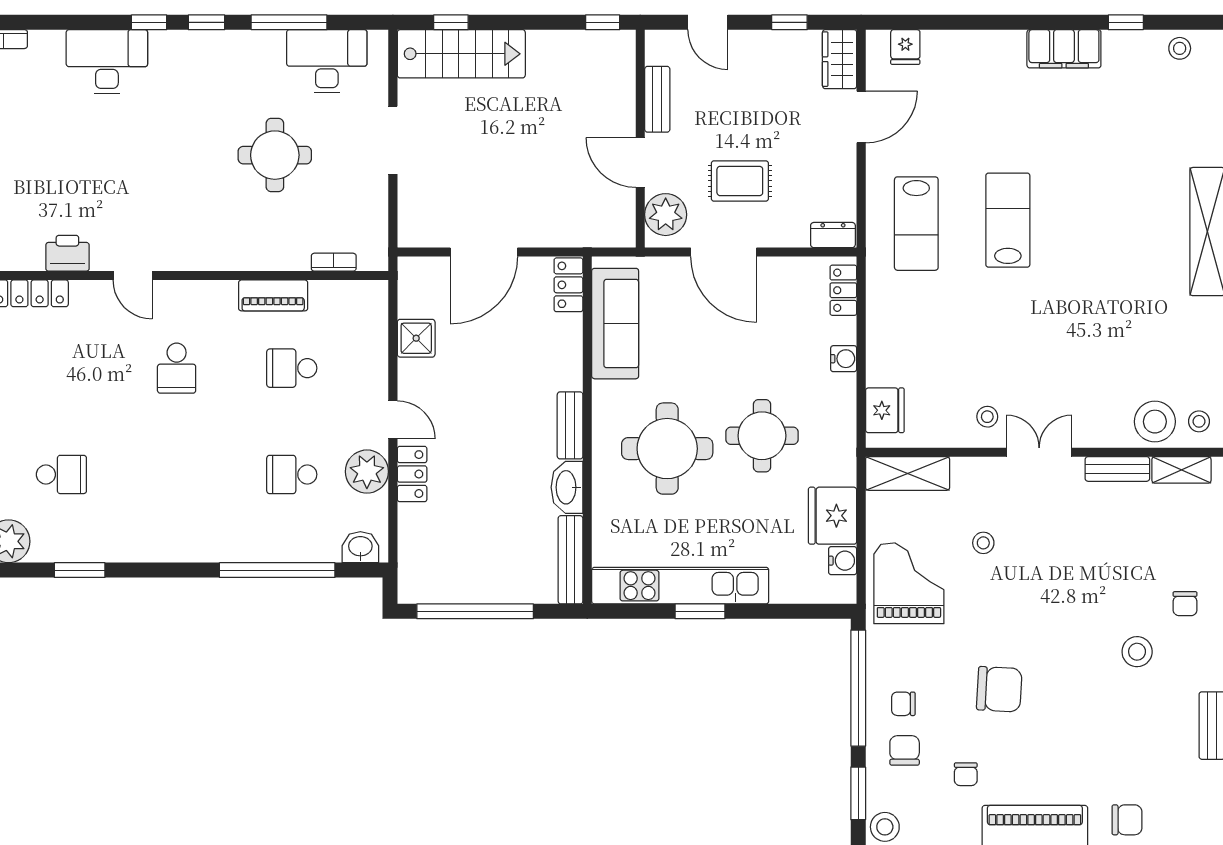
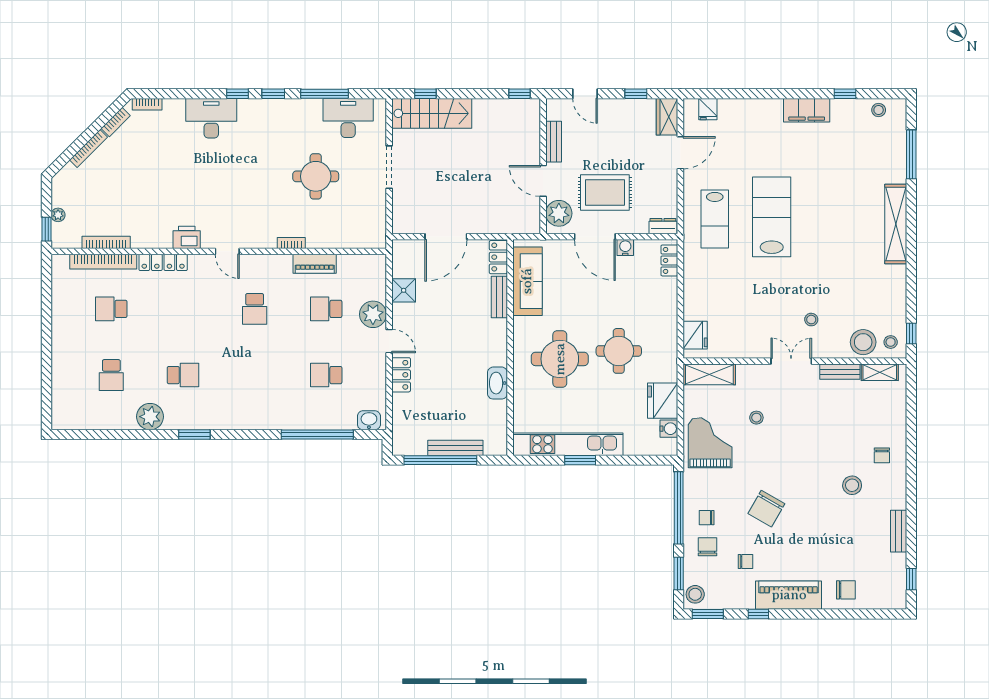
rug: (740, 181) -> (605, 192), width x1.36, depth x1.43
lab bench: (1008, 220) -> (772, 217), width x1.36, depth x1.39
bookcase: (334, 262) -> (291, 243), moved
water cooler: (844, 359) -> (625, 248), moved, turned -90
stool: (987, 417) -> (811, 320), moved
bench: (570, 425) -> (499, 297), moved
plant: (367, 472) -> (373, 314), moved
bench: (570, 560) -> (455, 448), moved, turned 90
chair: (999, 689) -> (766, 509), turned 117
chair: (966, 774) -> (746, 561), turned -90

